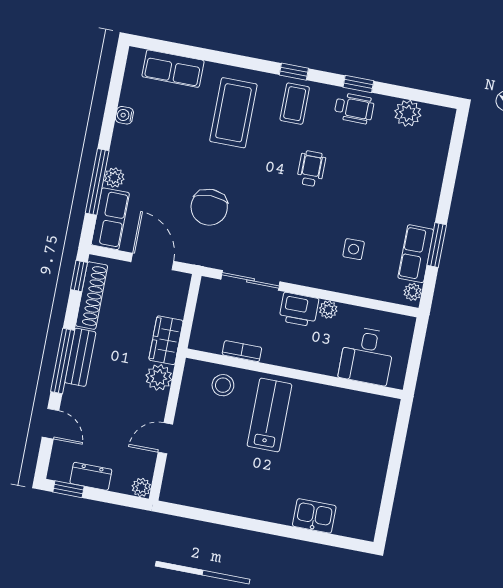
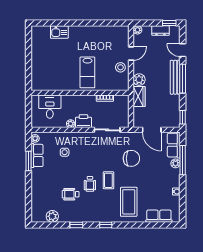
coffee table: (295, 104) -> (108, 180), moved
wheelchair: (354, 108) -> (71, 194), moved
chair: (209, 207) -> (131, 158), turned 90
shoe rack: (92, 296) -> (175, 110), removed
bench: (80, 357) -> (175, 77), width x1.36
stool: (223, 385) -> (120, 67), moved

